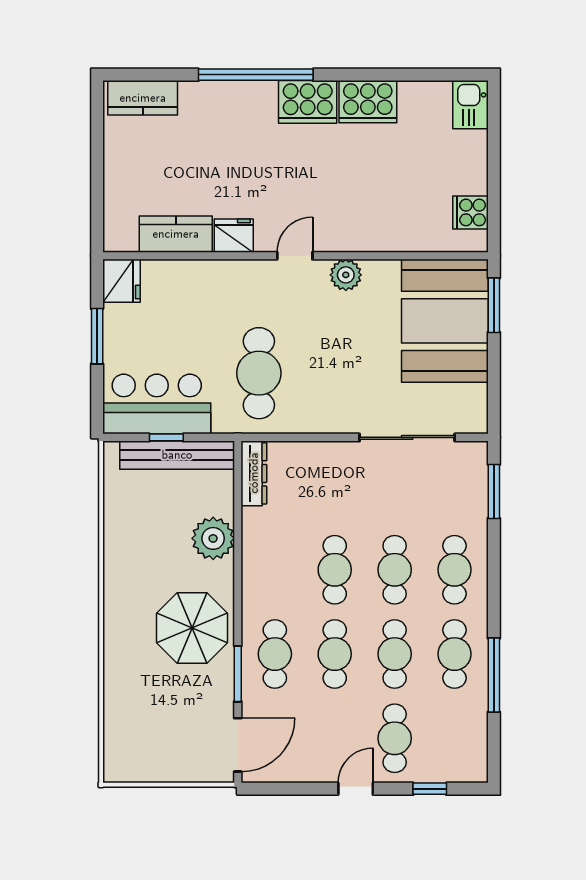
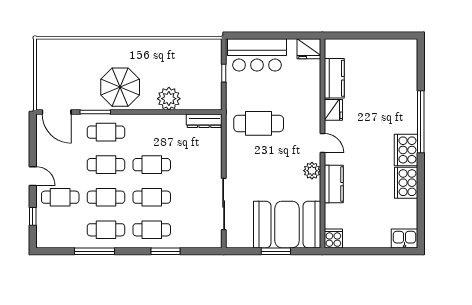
kitchen counter: (143, 98) -> (334, 184), moved, turned 180
cooker: (470, 212) -> (333, 238), moved
window: (494, 305) -> (276, 251), moved
window: (97, 336) -> (279, 36), removed
bar counter: (157, 404) -> (257, 55), moved, turned 90
bench: (177, 455) -> (214, 79), removed
window: (494, 491) -> (165, 251), moved

